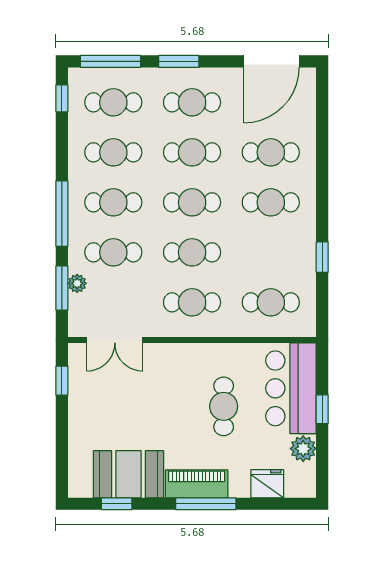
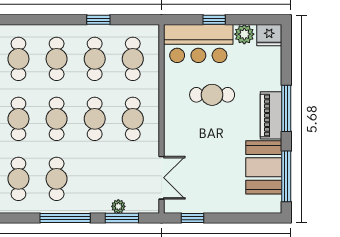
cafe table: (113, 252) -> (95, 59), moved
fridge: (267, 484) -> (269, 35), moved, turned -90
window: (117, 504) -> (286, 176), width x2.17

